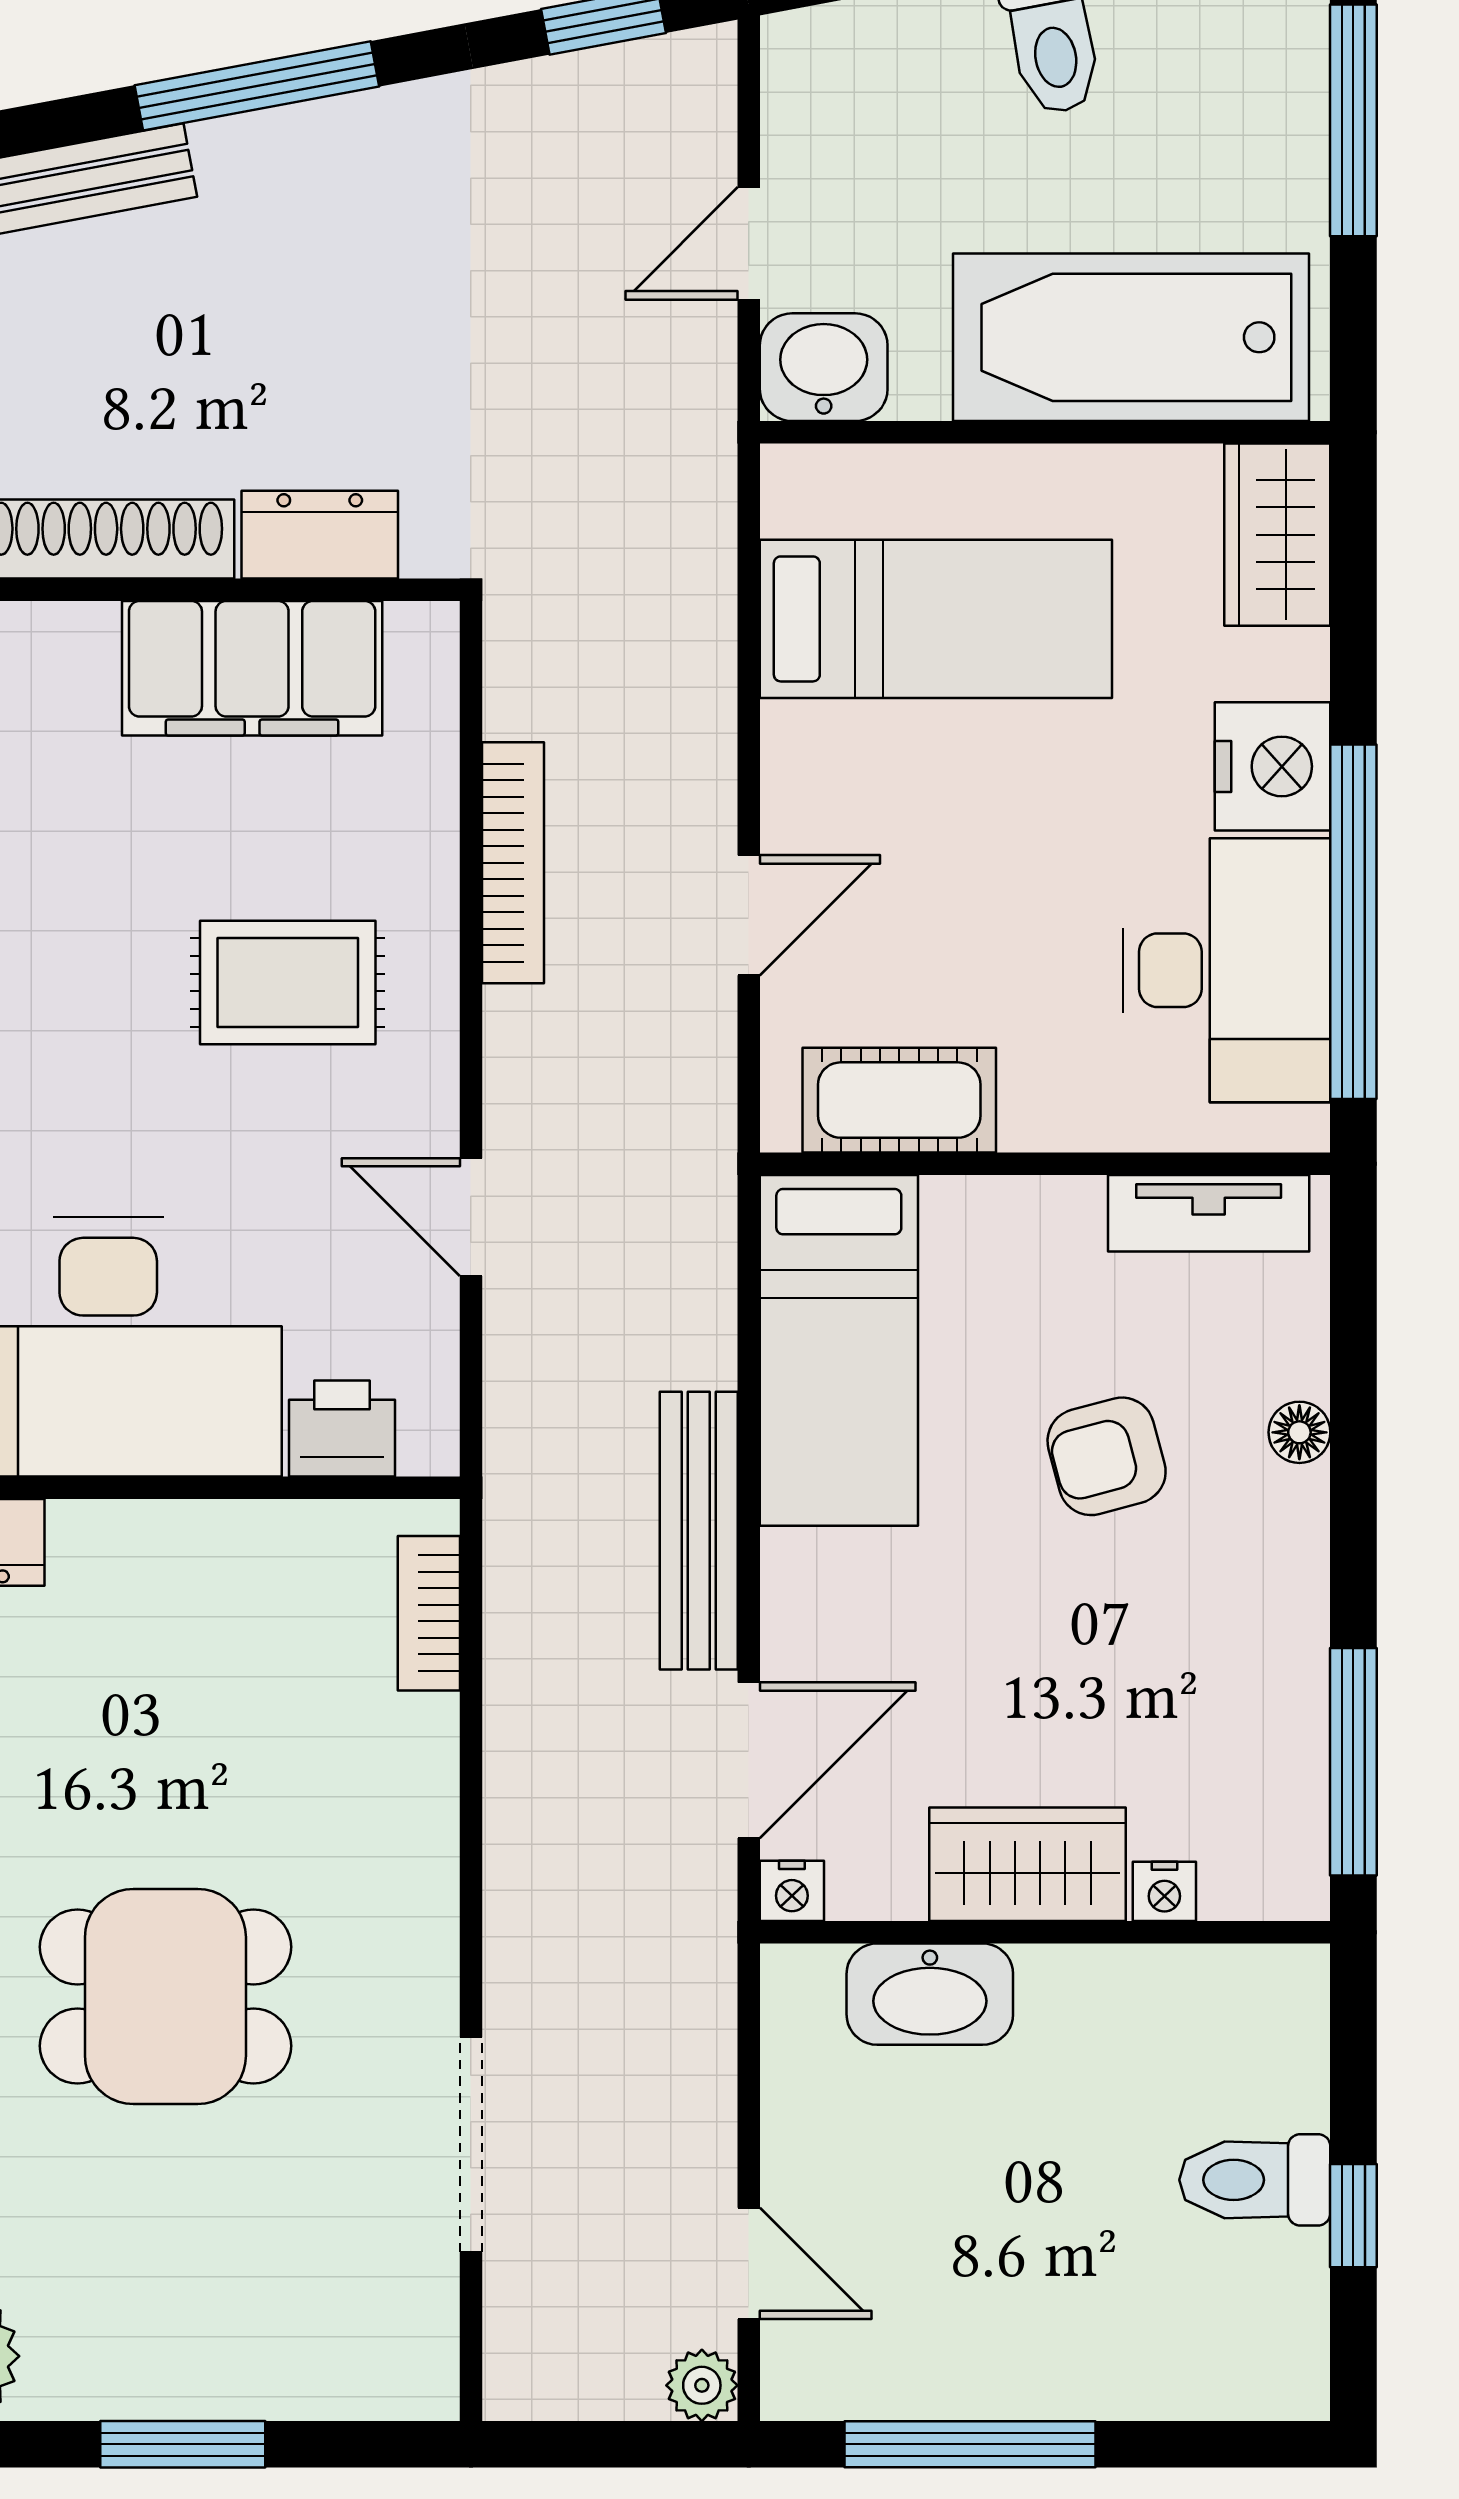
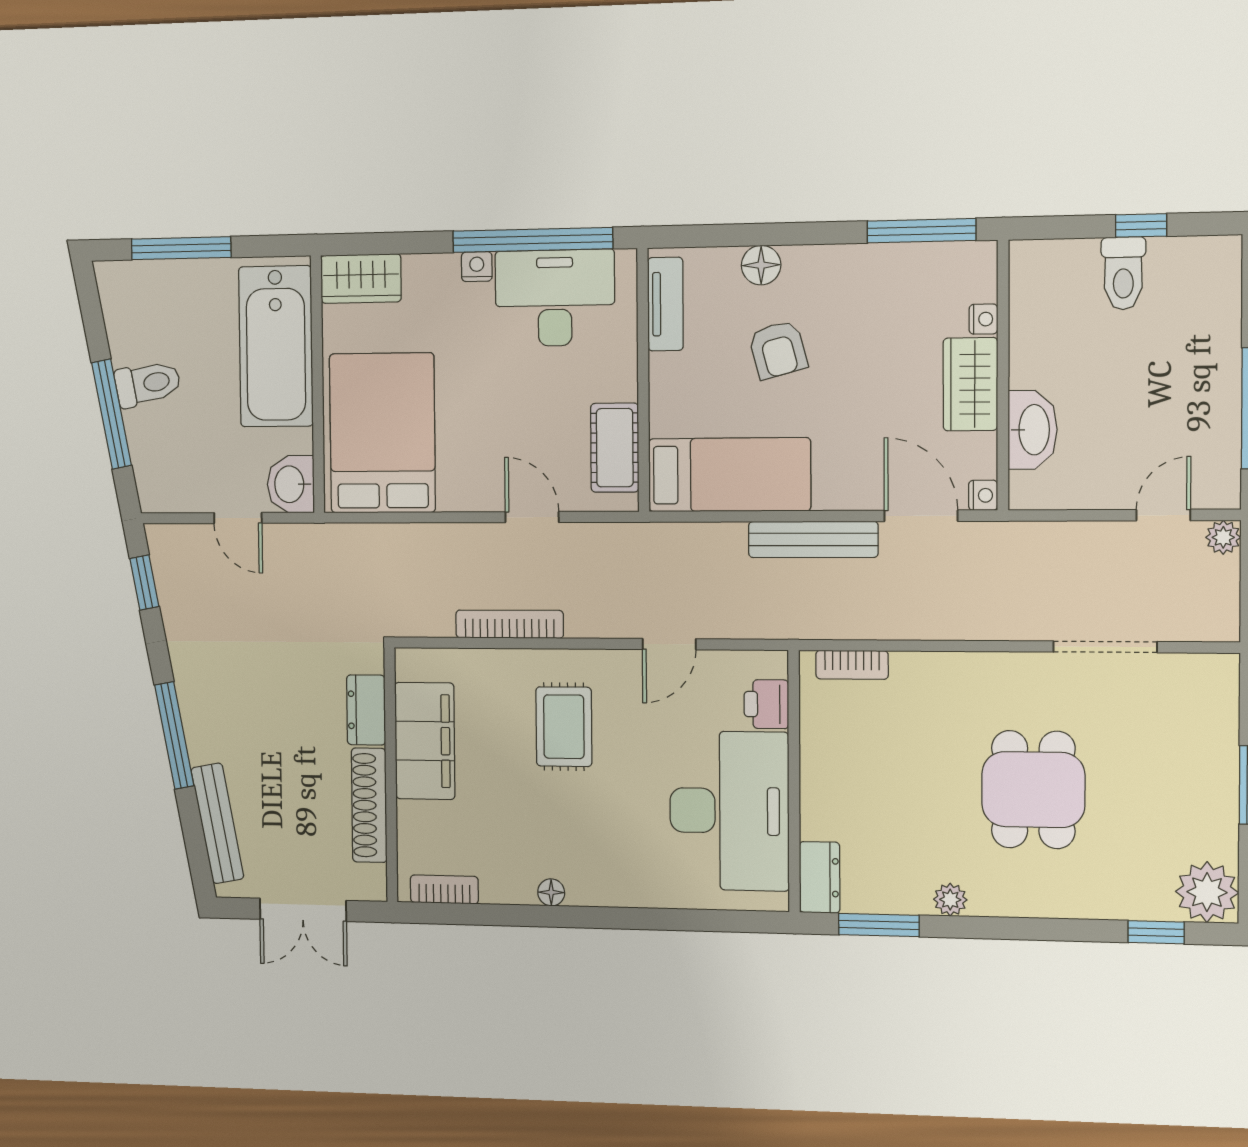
bed: (936, 619) -> (382, 433), width x1.50
nightstand: (1273, 766) -> (477, 267), width x0.53, depth x0.56
floor lamp: (1299, 1432) -> (761, 265), width x1.37, depth x1.37

